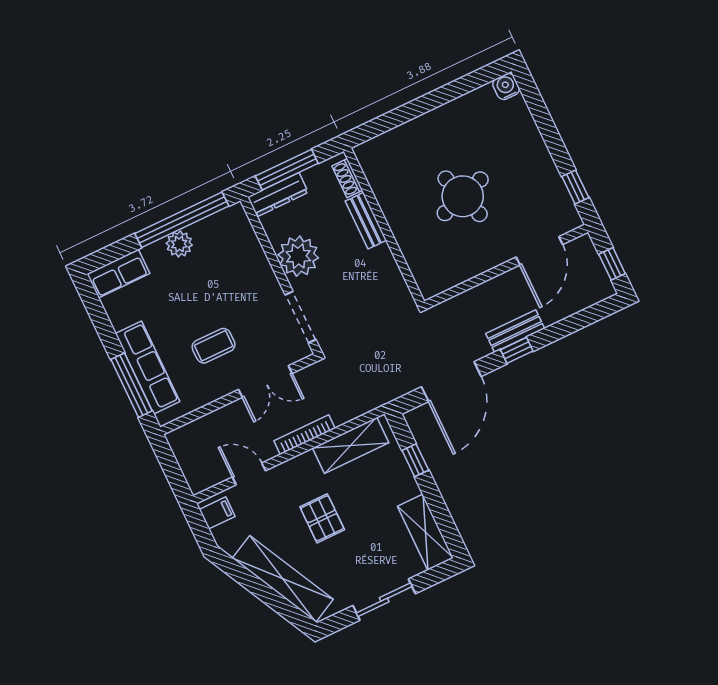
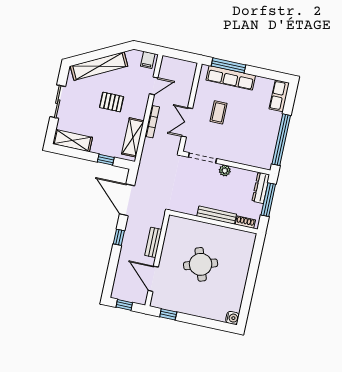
bench: (366, 221) -> (217, 215), width x1.36
plant: (179, 244) -> (272, 131), removed
plant: (298, 256) -> (225, 171), width x0.53, depth x0.53
bench: (515, 331) -> (153, 242), moved

